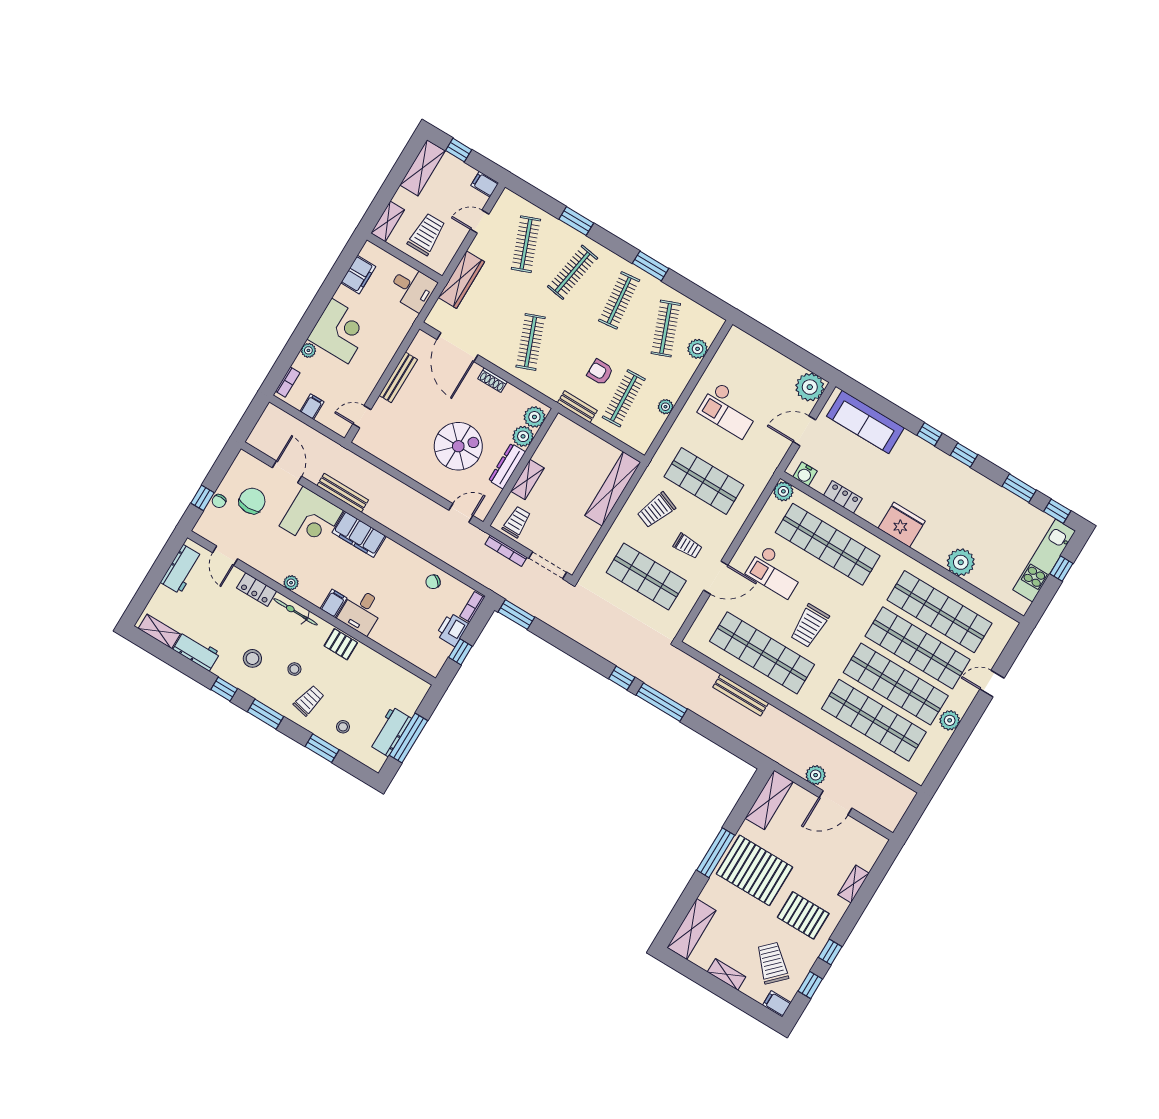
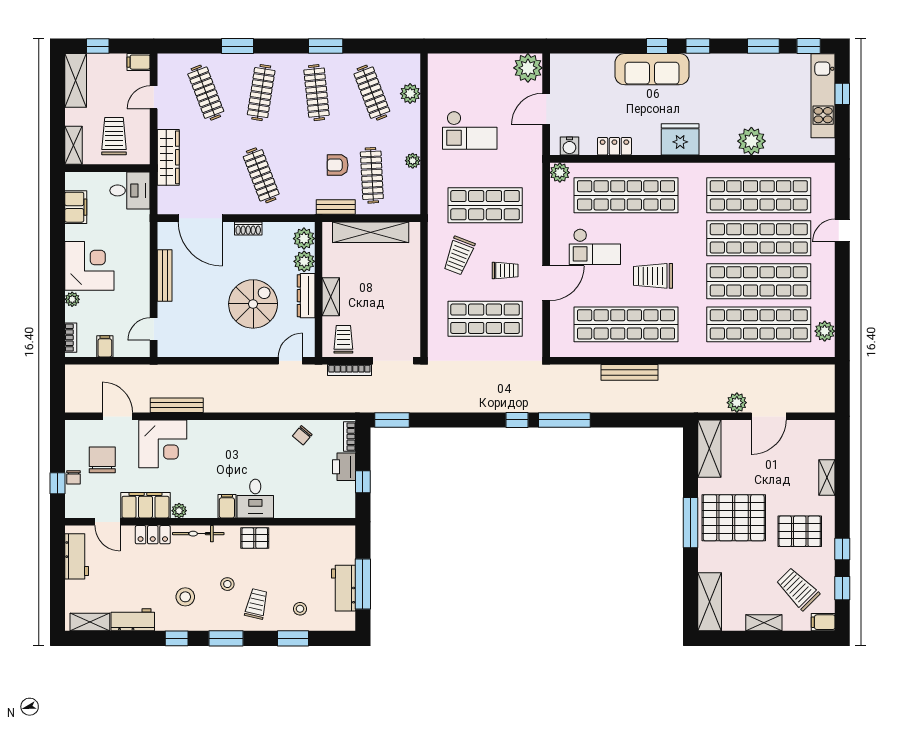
sofa: (865, 422) -> (652, 69), moved
shelving: (613, 489) -> (371, 232), moved, turned 90
filing cabinet: (359, 534) -> (145, 505), moved, turned 180
trolley: (809, 626) -> (653, 276), turned 90
plant: (950, 720) -> (825, 331), moved

